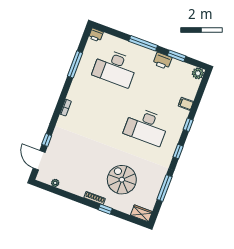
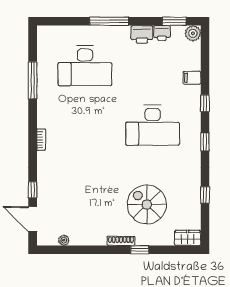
printer: (96, 35) -> (162, 33), moved
window: (177, 56) -> (174, 21), moved
window: (164, 188) -> (205, 195), width x0.46

